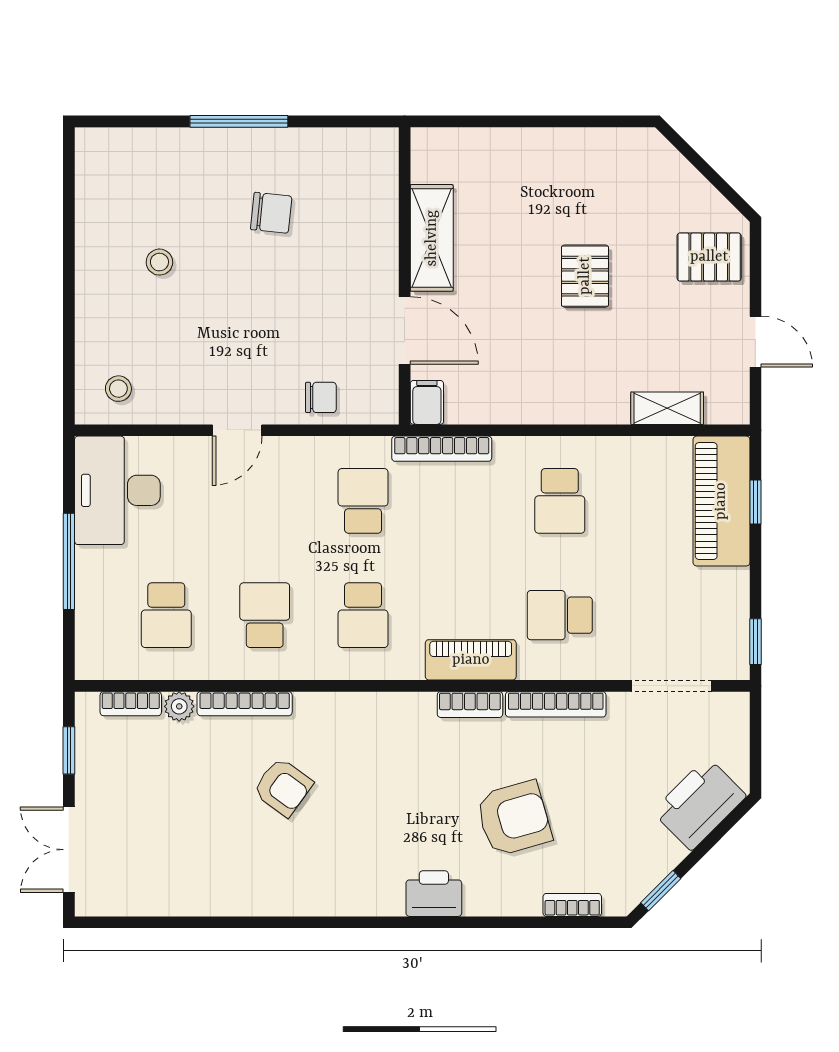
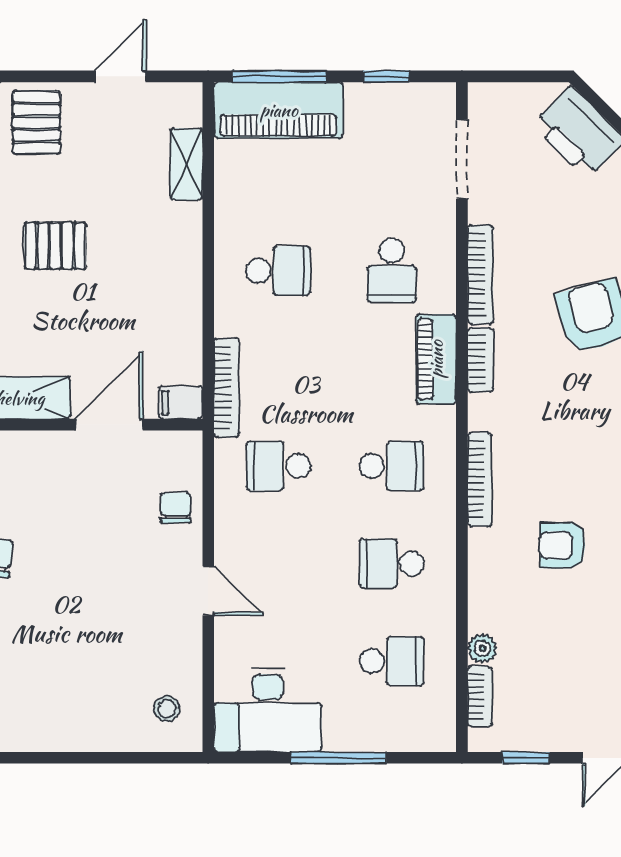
stool: (159, 262) -> (41, 668), removed
window: (755, 502) -> (279, 76), width x2.17
window: (755, 642) -> (386, 76), moved
bookcase: (245, 704) -> (480, 479), moved
armchair: (283, 787) -> (562, 545), turned -126

